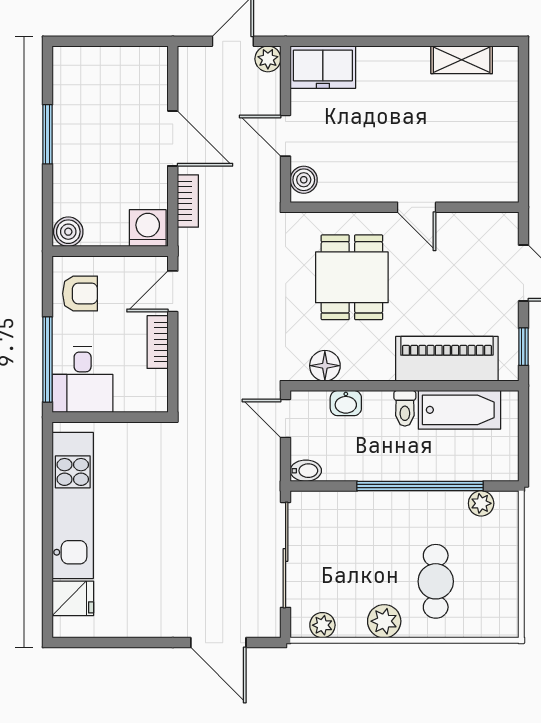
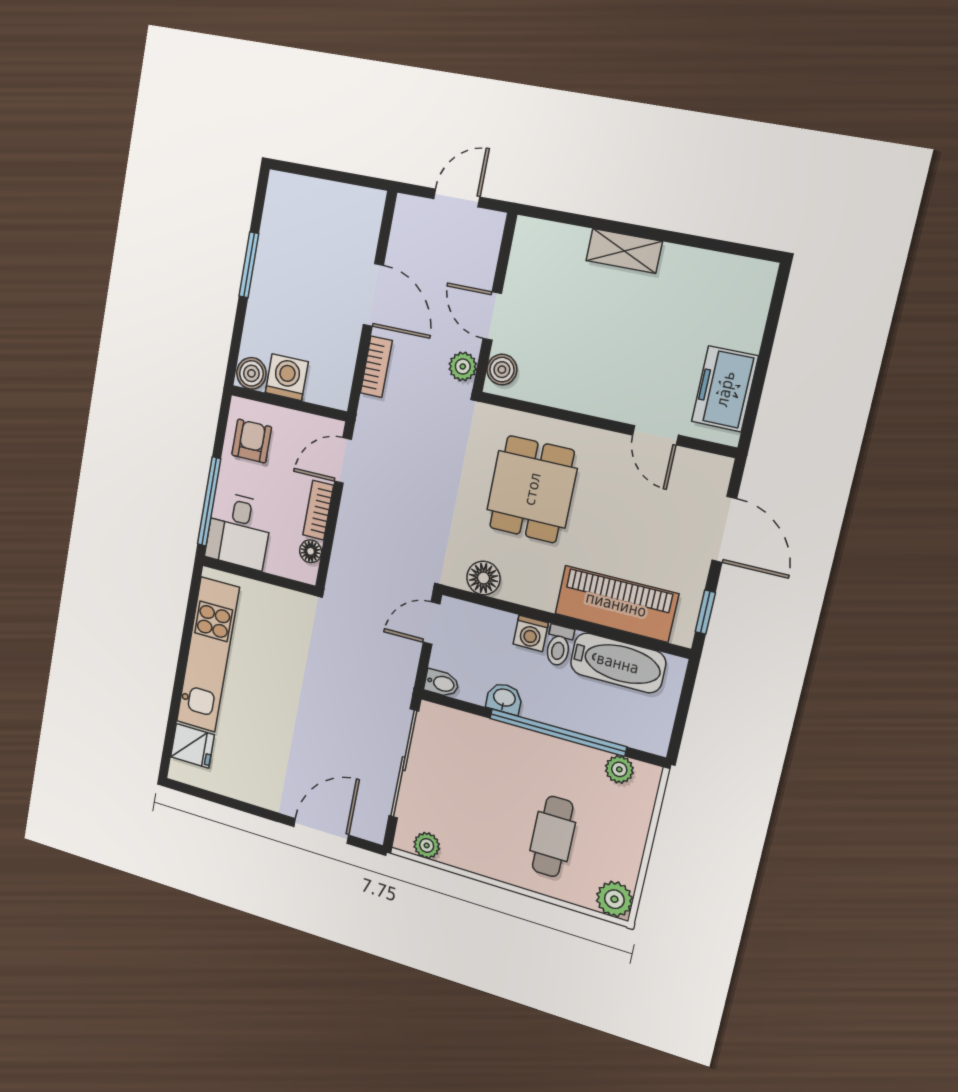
plant: (268, 59) -> (463, 366), moved
shelving: (462, 60) -> (624, 251), moved
freezer: (323, 67) -> (725, 389), moved, turned 90
door: (417, 207) -> (655, 435), moved
washing machine: (148, 228) -> (287, 377), moved
armchair: (80, 294) -> (252, 441), turned -90
floor lamp: (157, 382) -> (311, 551), added
washbasin: (346, 403) -> (504, 698), moved, turned 180
washing machine: (378, 404) -> (531, 633), added
door: (286, 418) -> (432, 623), hinge flipped
plant: (384, 621) -> (614, 899), moved
door: (218, 643) -> (321, 831), swing flipped

